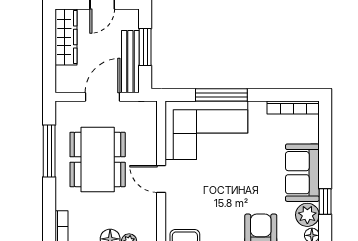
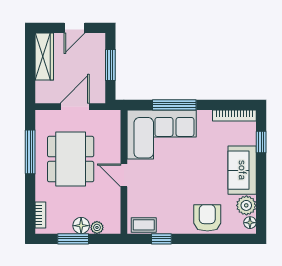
bench: (130, 62) -> (98, 77), removed
window: (325, 202) -> (261, 142), moved

